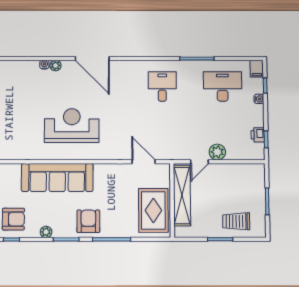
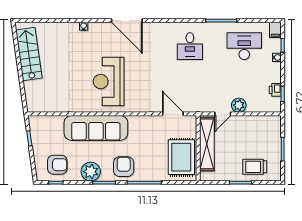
plant: (55, 65) -> (94, 27), removed
desk: (162, 86) -> (190, 46), turned 180
reception desk: (72, 126) -> (109, 82), turned -90
plant: (46, 232) -> (91, 172), width x1.87, depth x1.87

